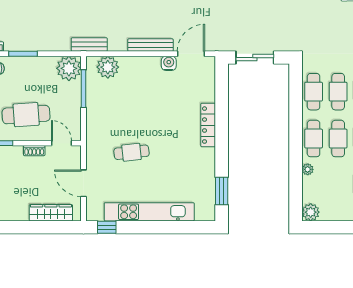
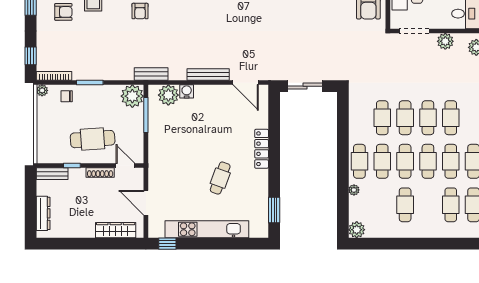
door: (191, 54) -> (246, 83), swing flipped
water cooler: (169, 63) -> (187, 91), moved
cafe table: (314, 92) -> (359, 118), removed
shoe rack: (34, 151) -> (100, 172), width x1.43
cafe table: (131, 152) -> (220, 178), moved, turned -64

